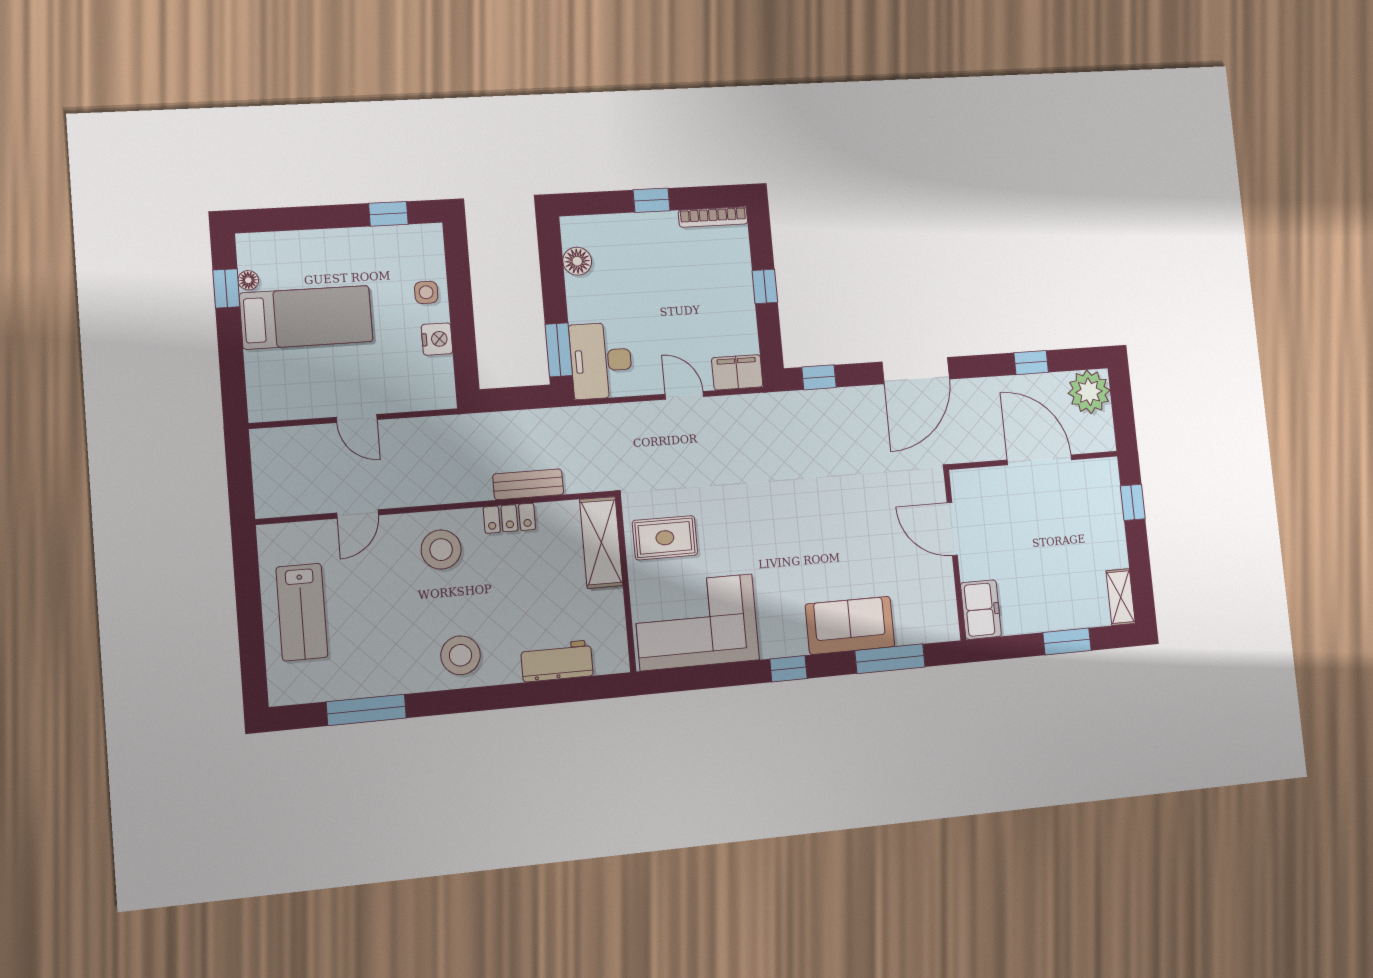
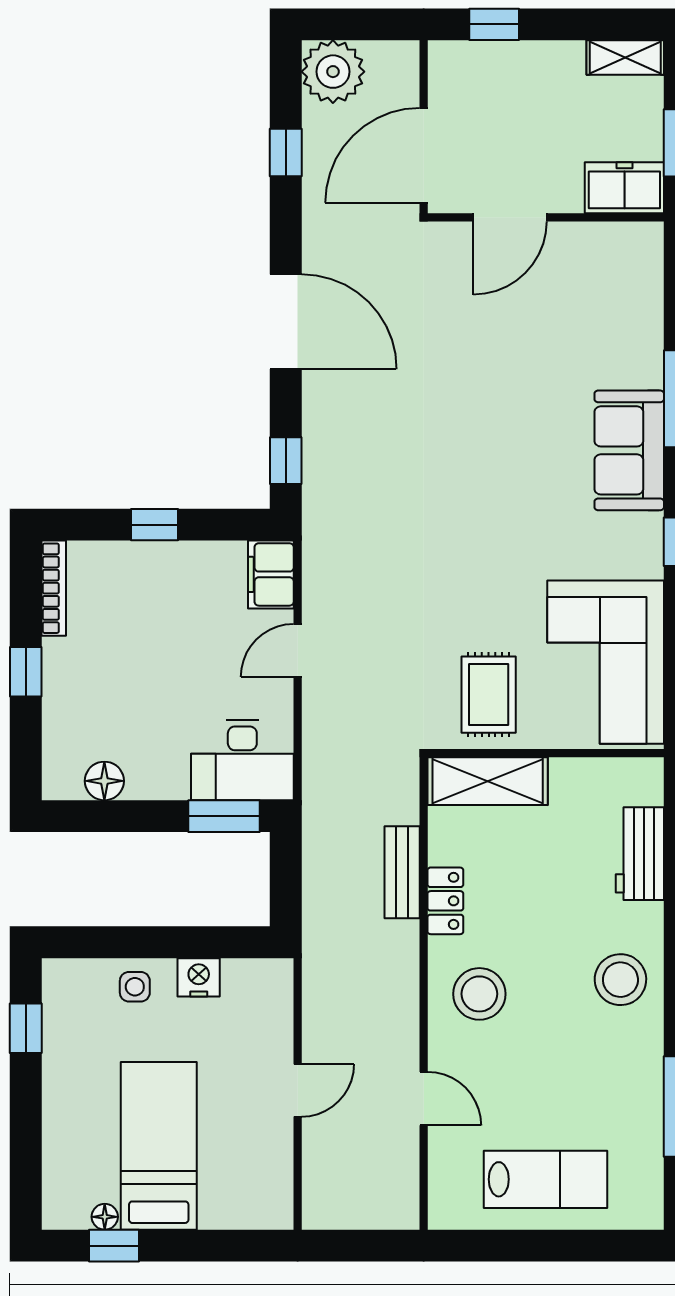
door: (952, 529) -> (510, 217), moved
wall: (955, 555) -> (546, 217), moved
freezer: (981, 610) -> (624, 188), moved

